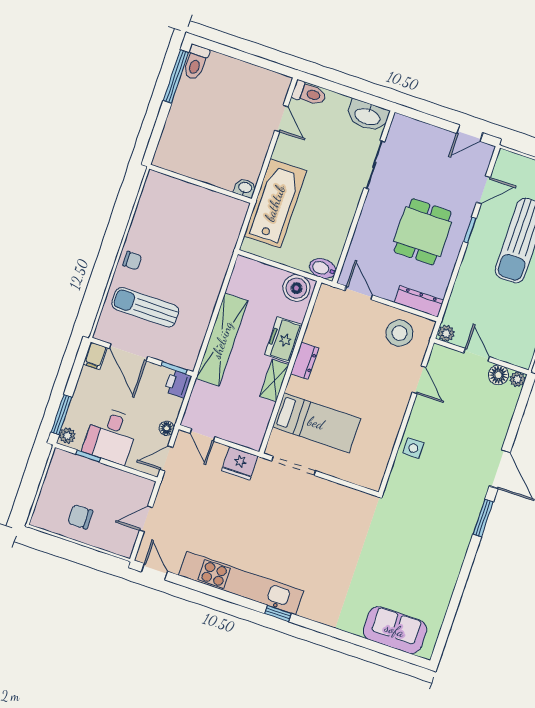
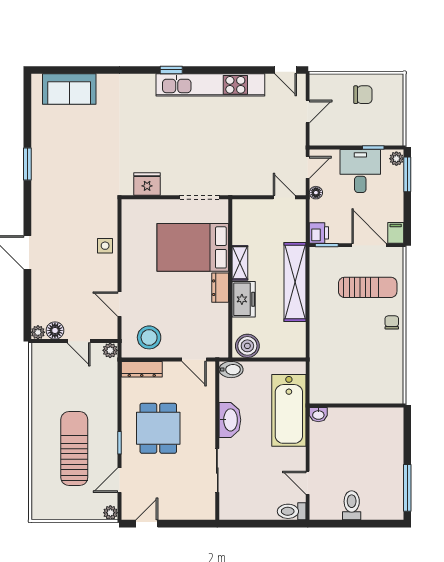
toilet: (196, 62) -> (352, 505), moved
washbasin: (368, 116) -> (230, 420), moved, turned 90
plant: (505, 158) -> (110, 513), added
chair: (132, 261) -> (392, 322), turned 90
bed: (316, 423) -> (193, 247), width x1.50
fridge: (240, 463) -> (147, 184), moved
window: (483, 518) -> (27, 164), moved

